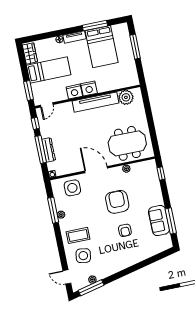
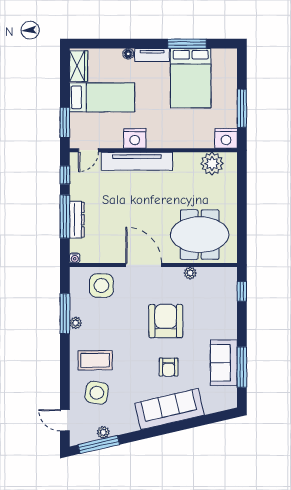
window: (135, 47) -> (242, 108), moved
nightstand: (89, 88) -> (226, 138), moved
tv unit: (95, 102) -> (137, 161), moved
sofa: (131, 256) -> (170, 409), added

